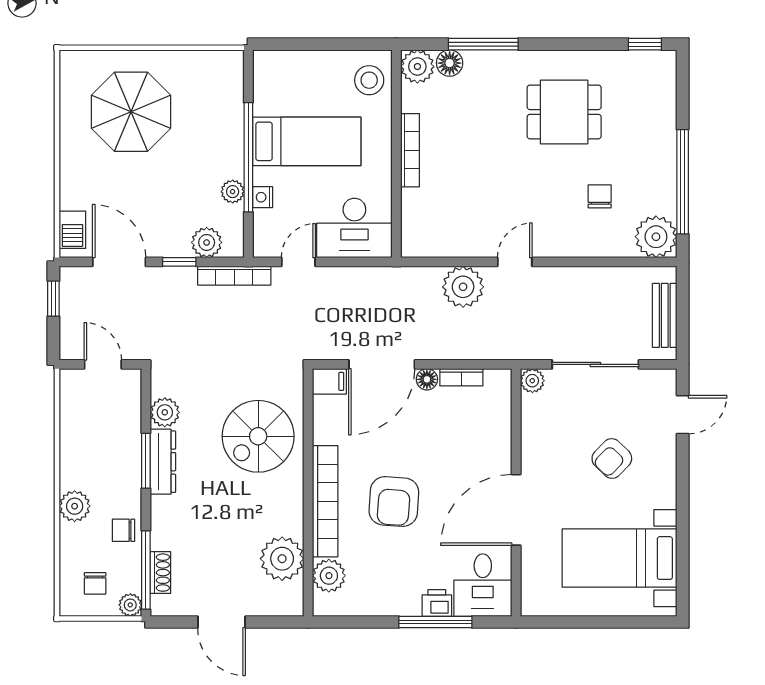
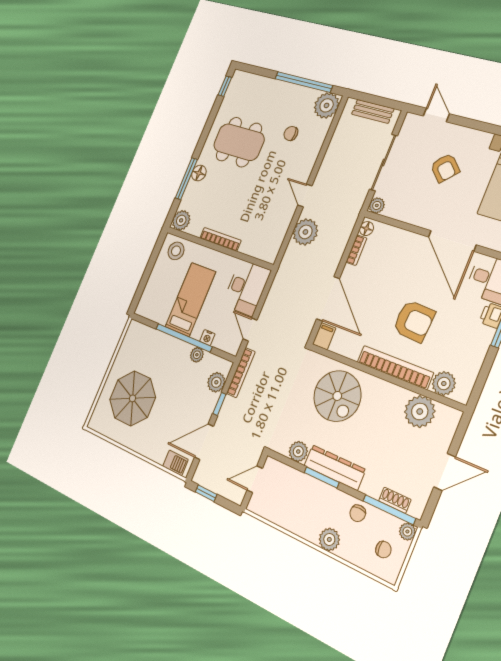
floor lamp: (450, 63) -> (199, 173), moved
dining table: (564, 112) -> (239, 142), width x1.38
floor lamp: (427, 379) -> (366, 229), moved
dresser: (163, 462) -> (335, 468), width x1.37, depth x1.24

